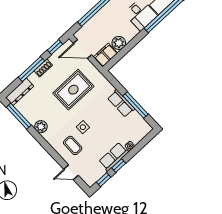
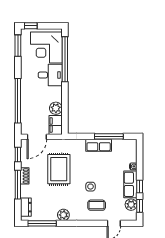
dresser: (20, 92) -> (26, 207), width x0.70
plant: (98, 172) -> (131, 205), added

